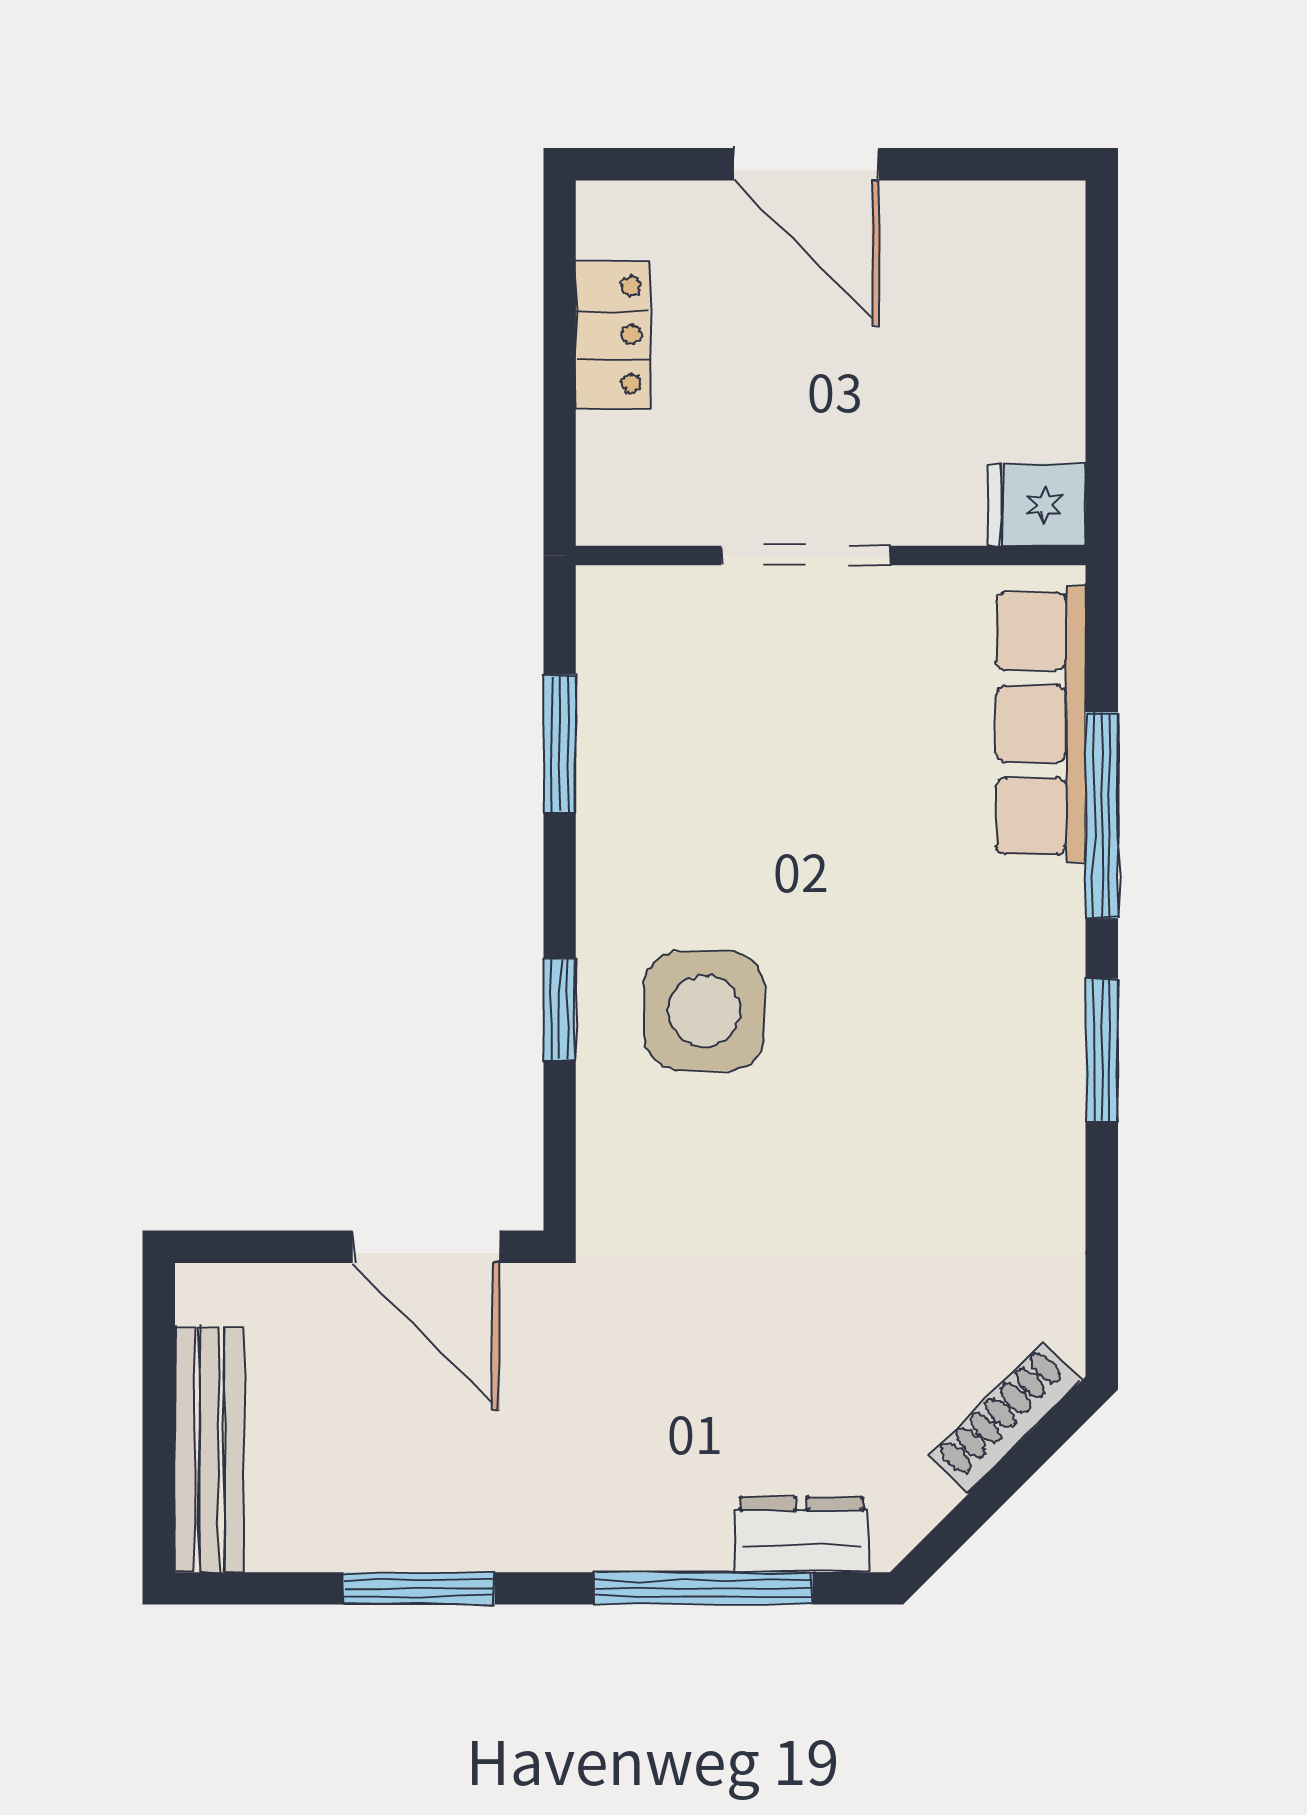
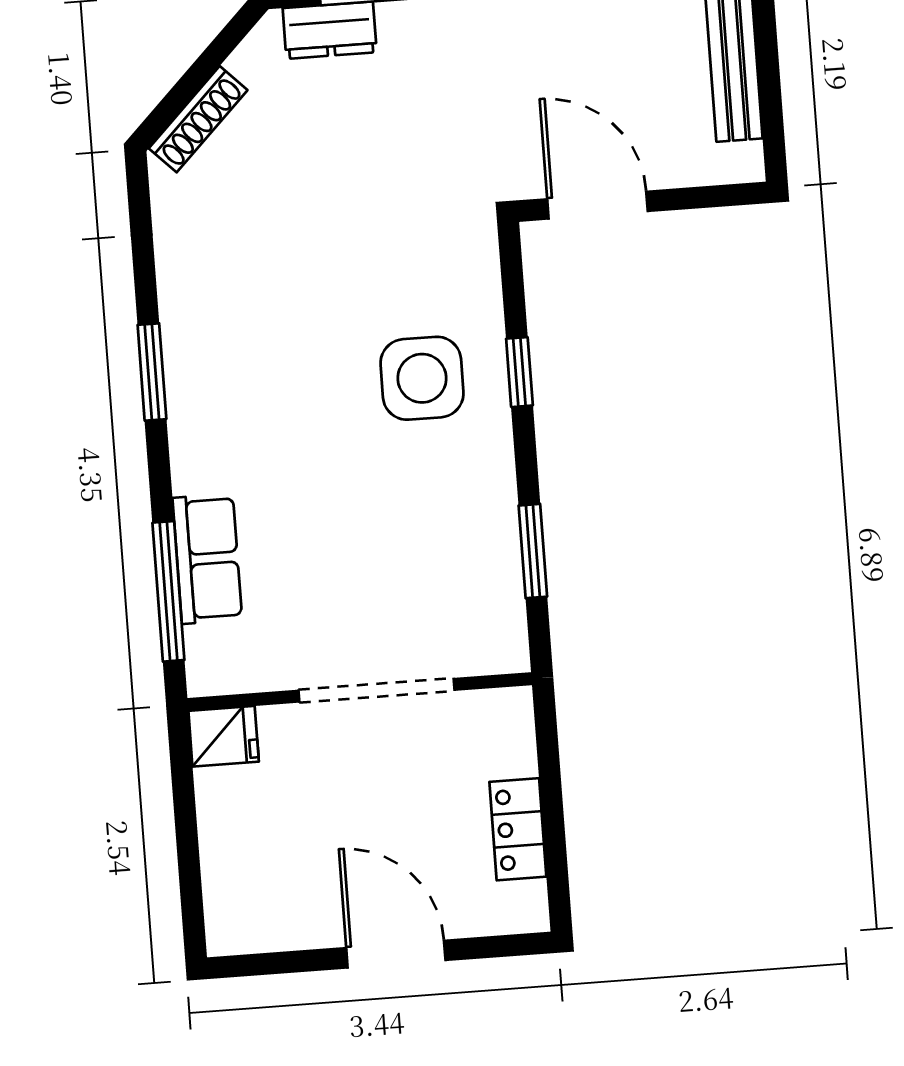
doorway: (806, 556) -> (377, 690), width x1.36
row of seats: (1041, 724) -> (207, 559), width x0.68
window: (1102, 815) -> (168, 591), moved

